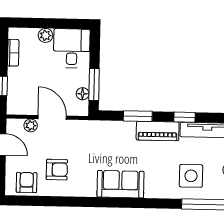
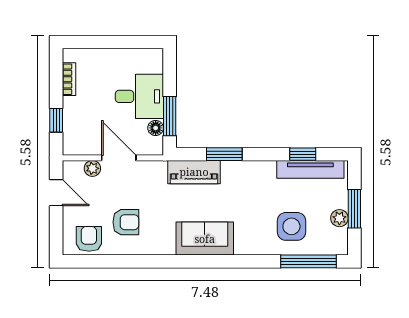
plant: (46, 35) -> (108, 57), removed
desk: (72, 48) -> (139, 96), moved, turned 90
window: (184, 117) -> (303, 154), moved
piano: (158, 131) -> (194, 172), moved

